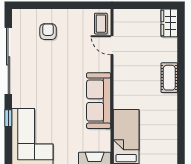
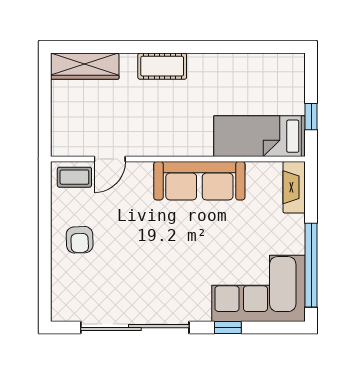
wardrobe: (169, 23) -> (85, 66), width x1.50
armchair: (48, 32) -> (80, 240), moved, turned -92

